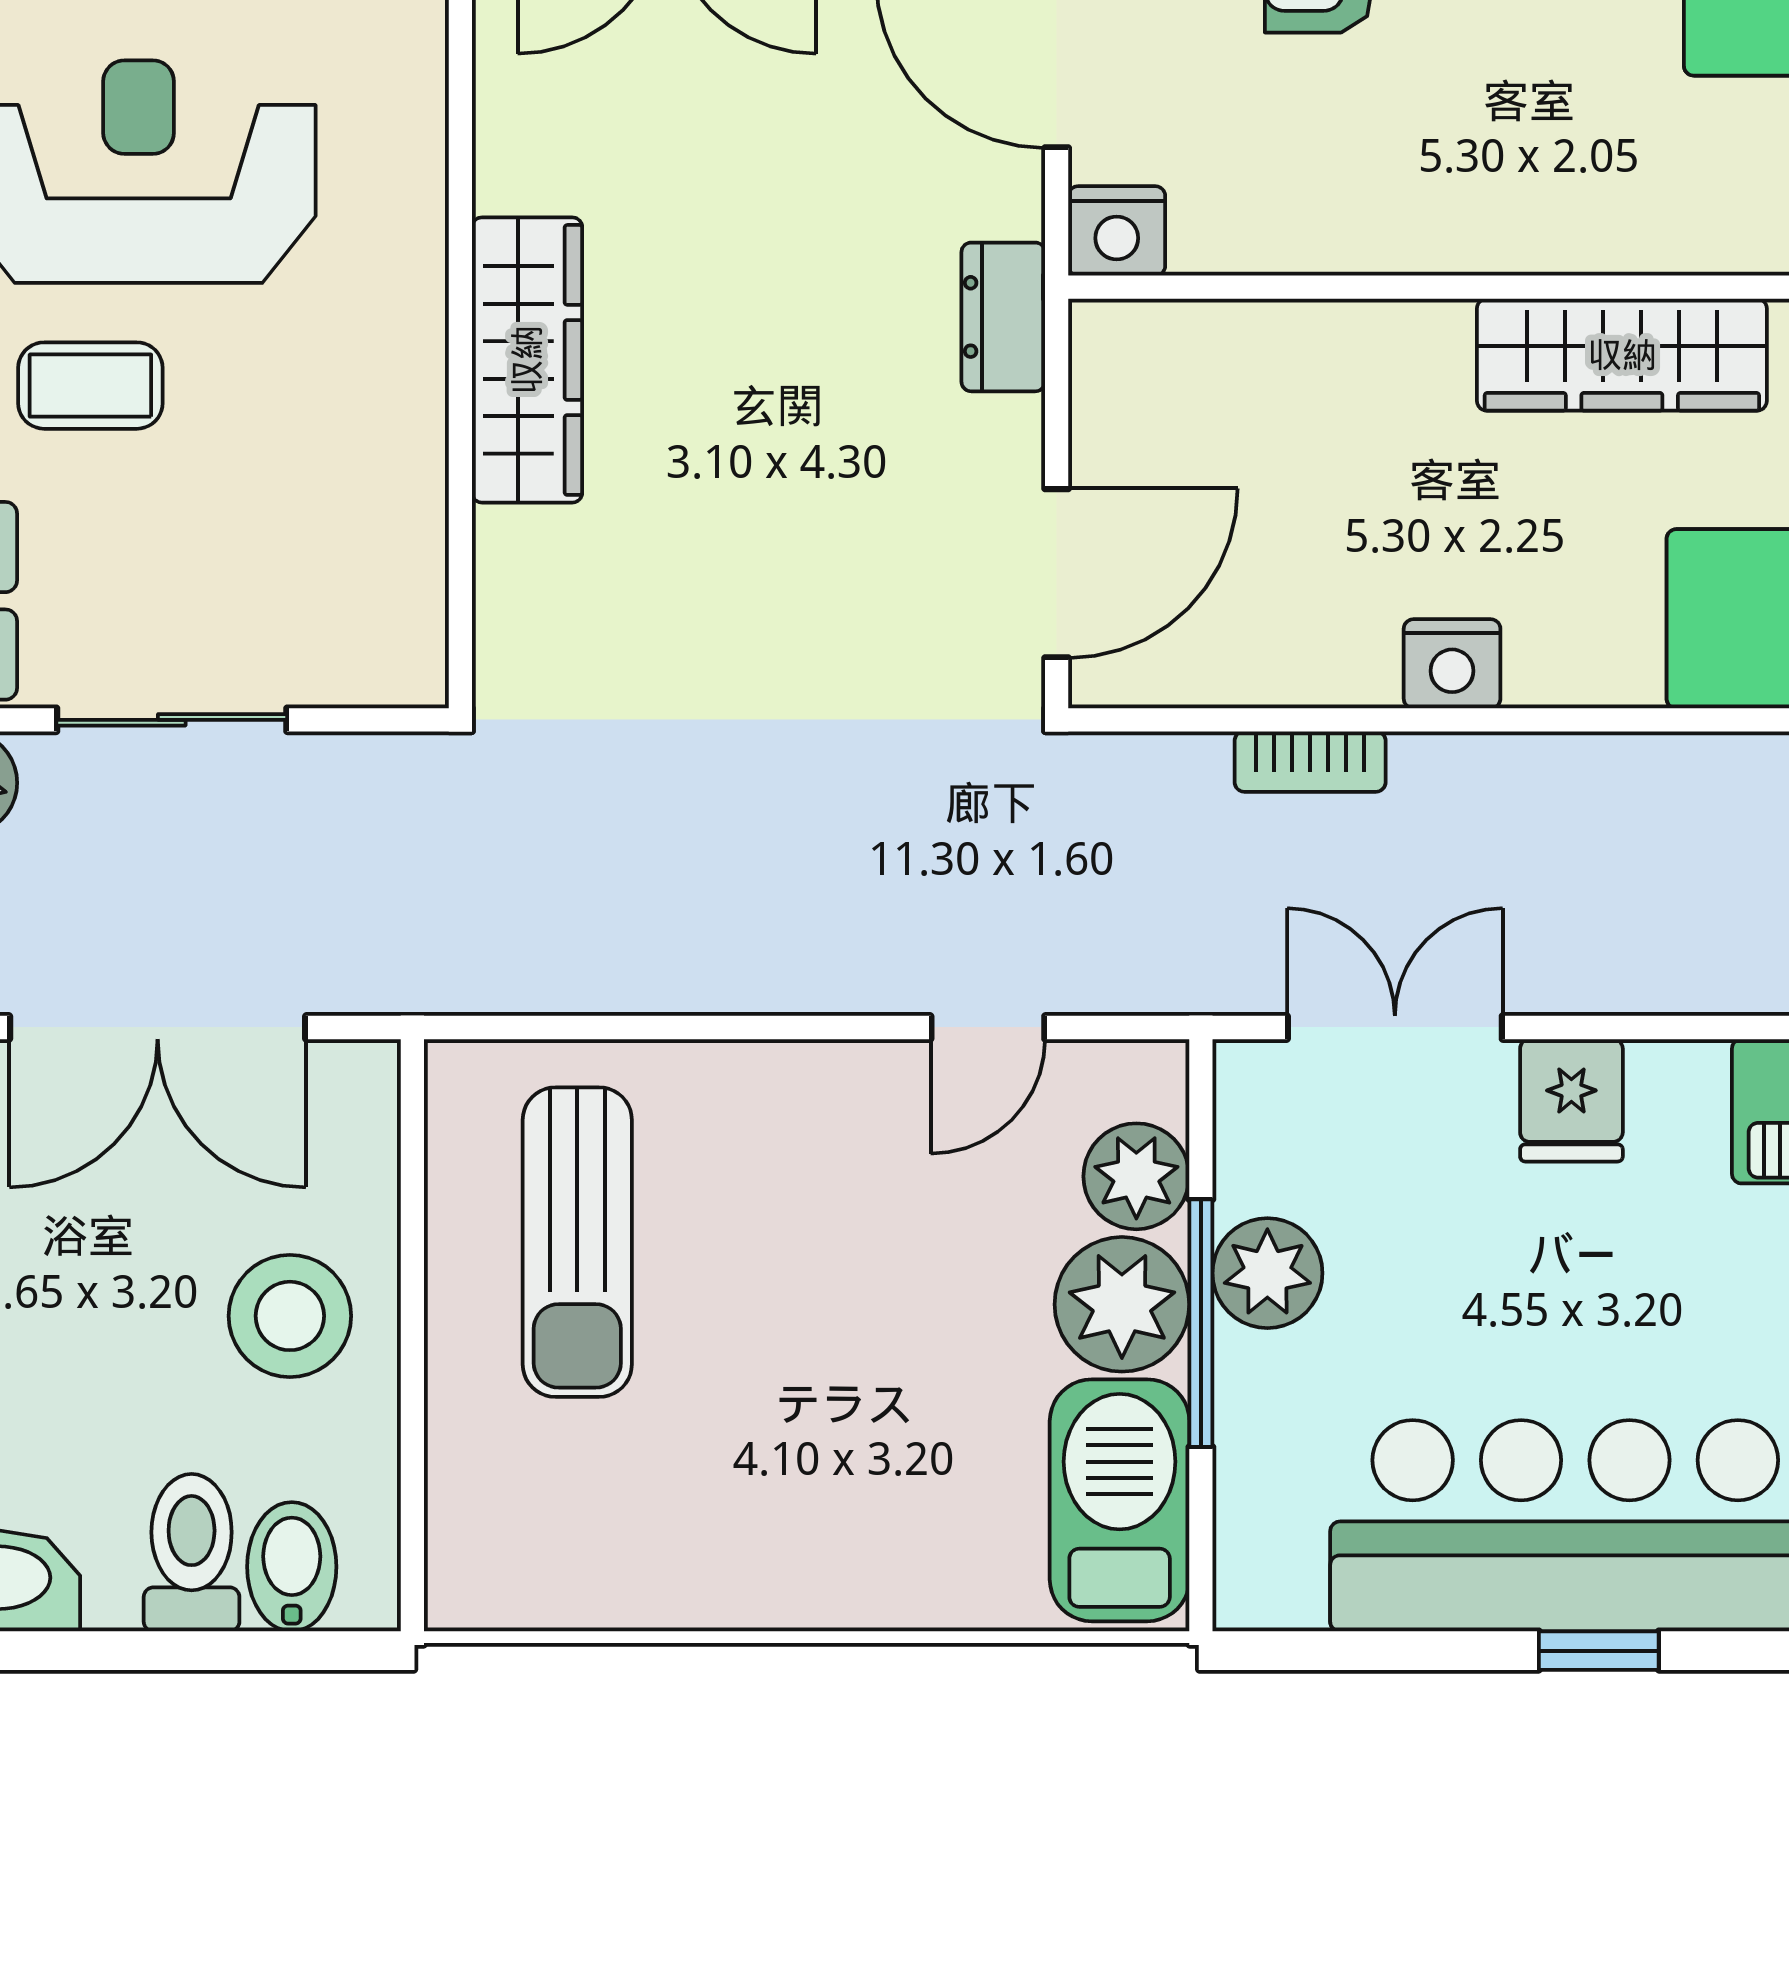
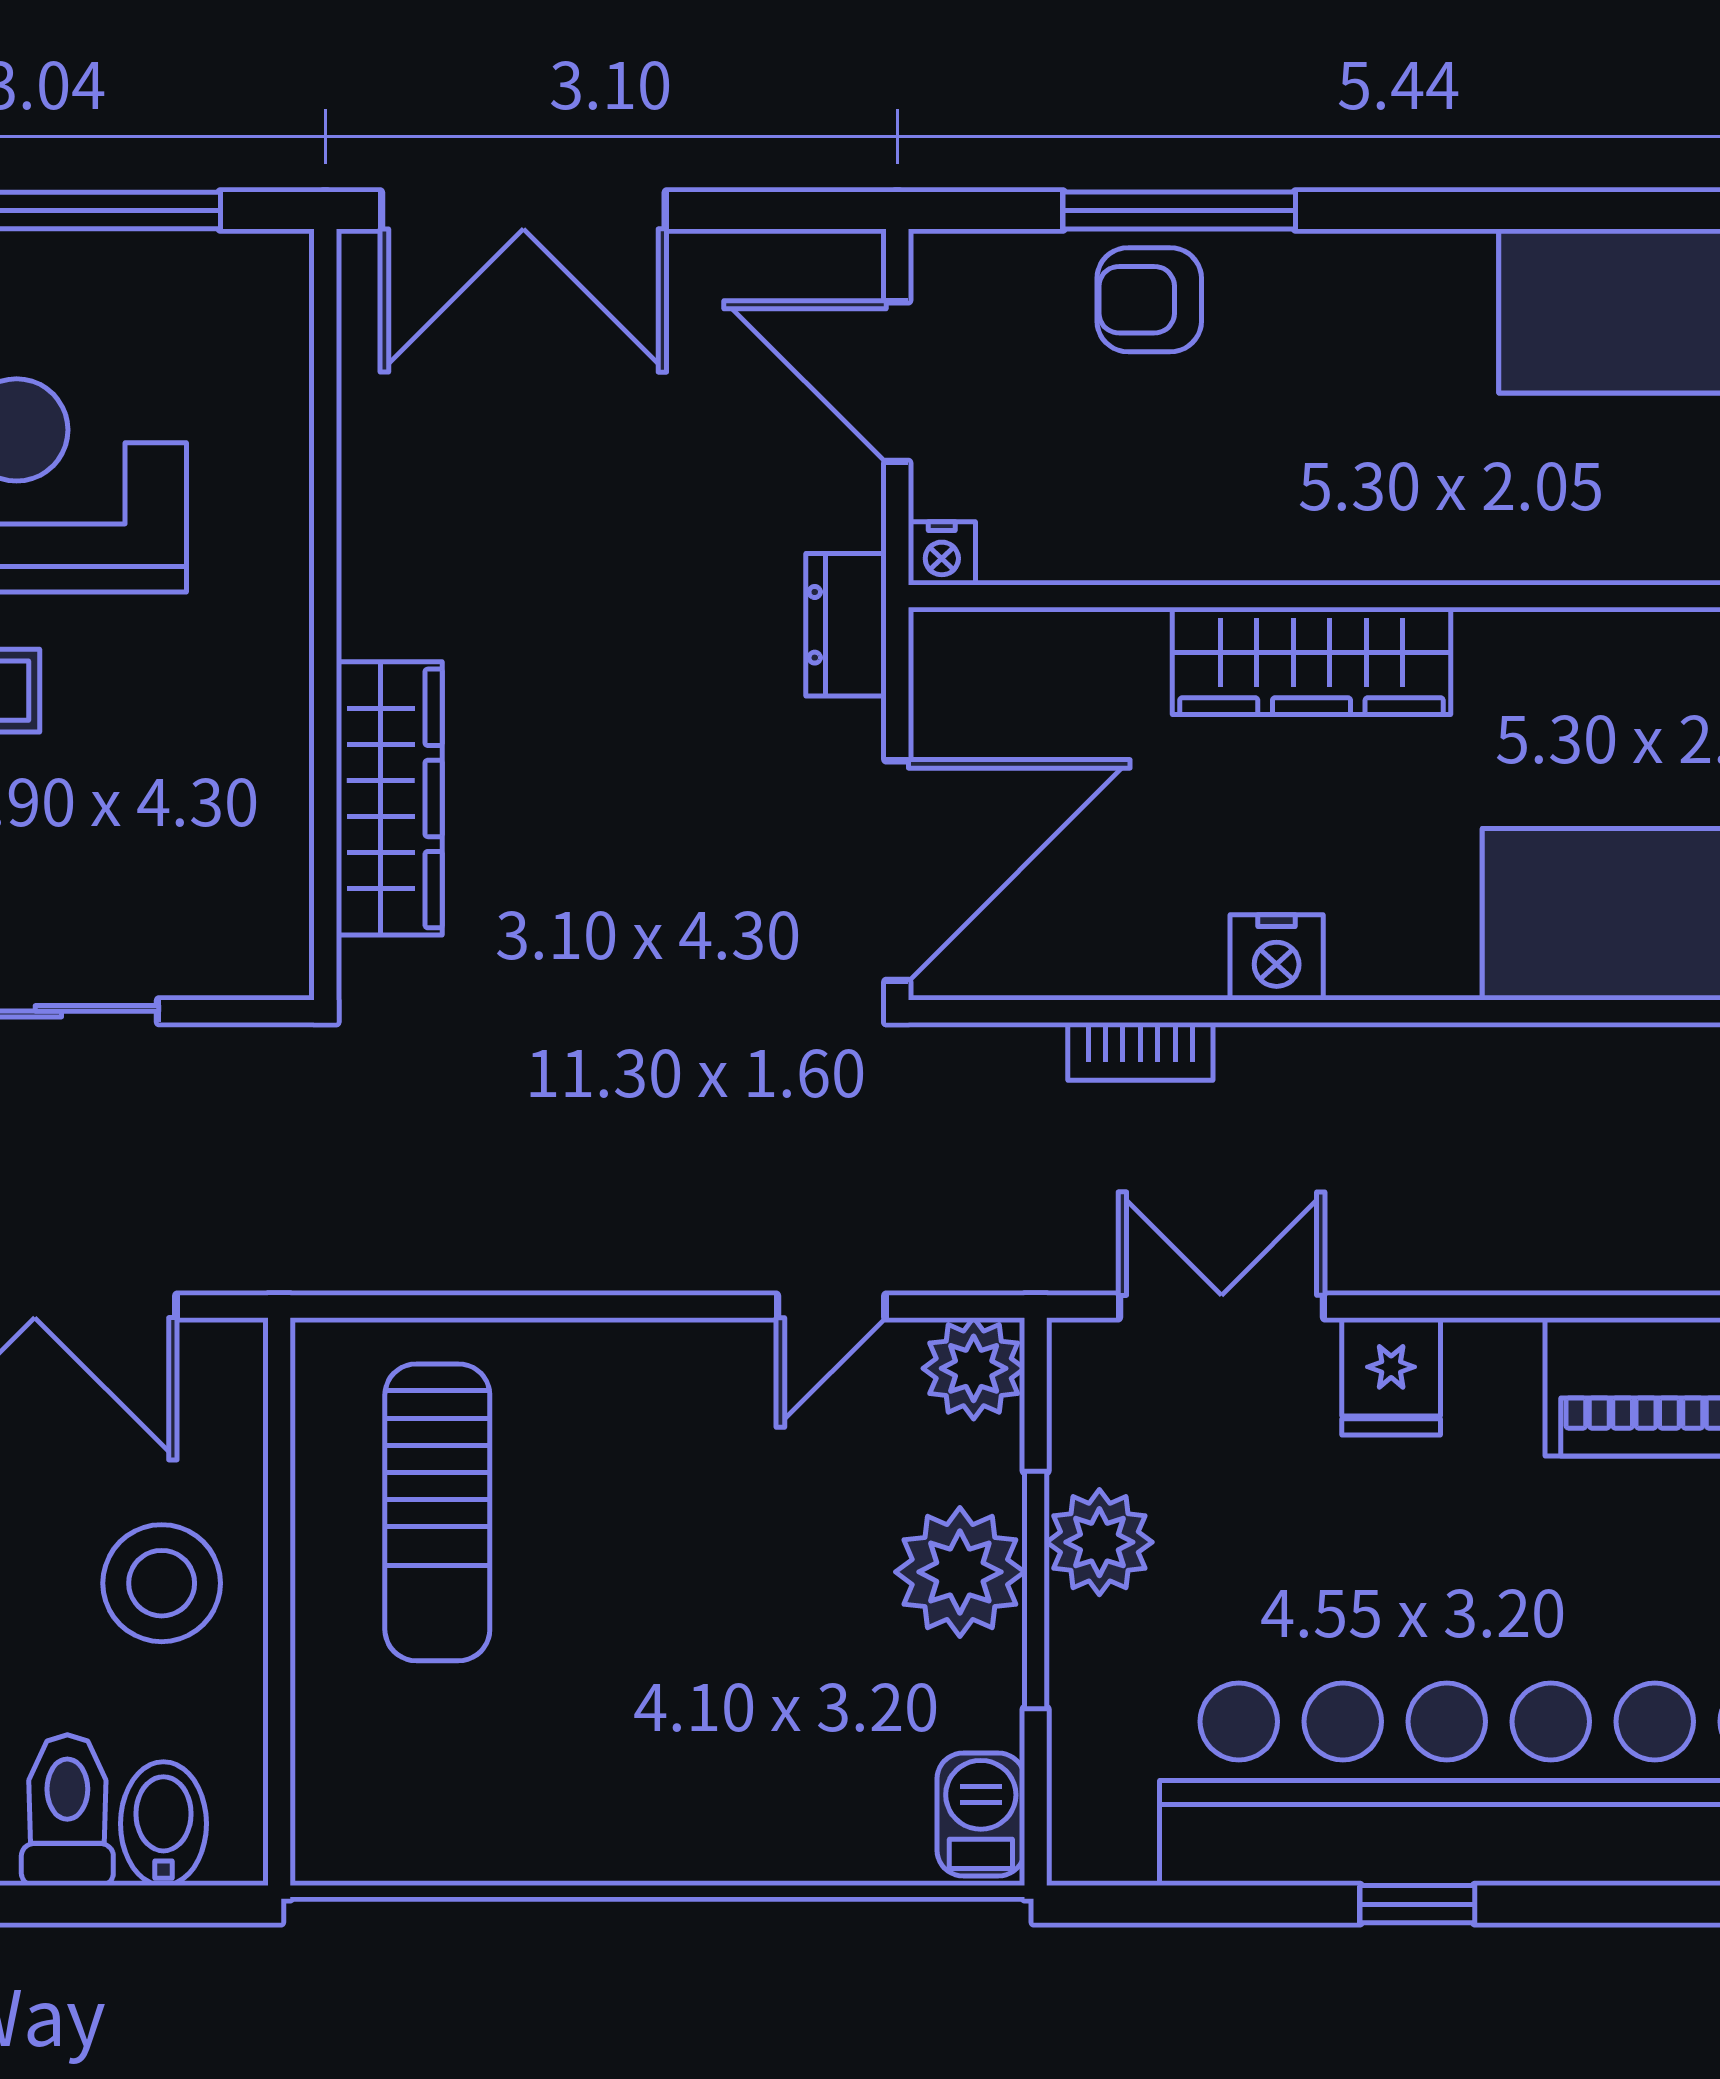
nightstand: (1117, 231) -> (942, 553), width x0.72, depth x0.74
wardrobe: (1622, 355) -> (1311, 661), moved
wardrobe: (527, 360) -> (389, 798), moved
door: (1057, 573) -> (897, 871), width x1.36
plant: (1136, 1176) -> (974, 1368), moved
barbecue: (1120, 1500) -> (981, 1814), width x0.53, depth x0.65

